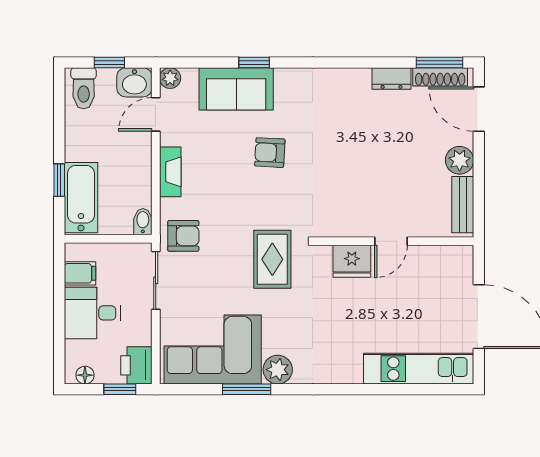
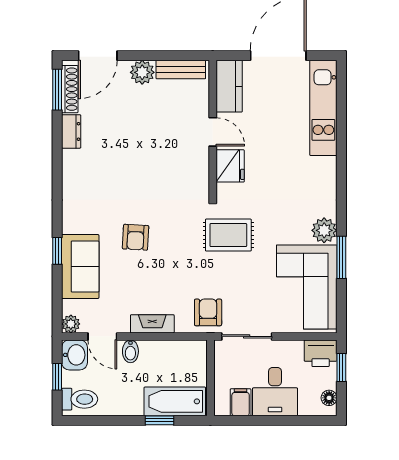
bidet: (143, 222) -> (130, 351), moved, turned -90
kitchen counter: (444, 260) -> (229, 86), added

